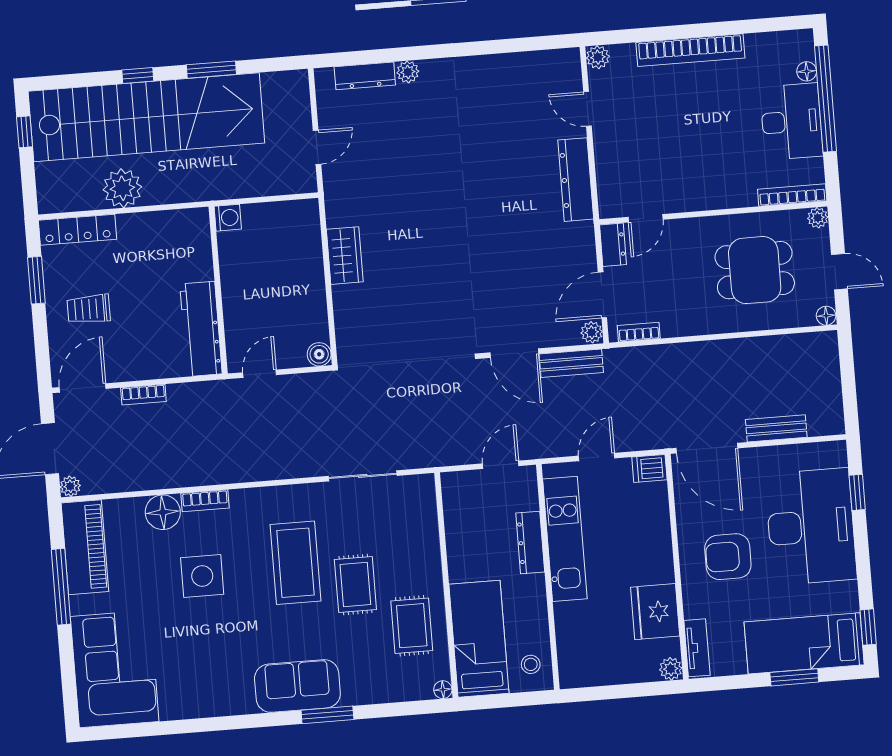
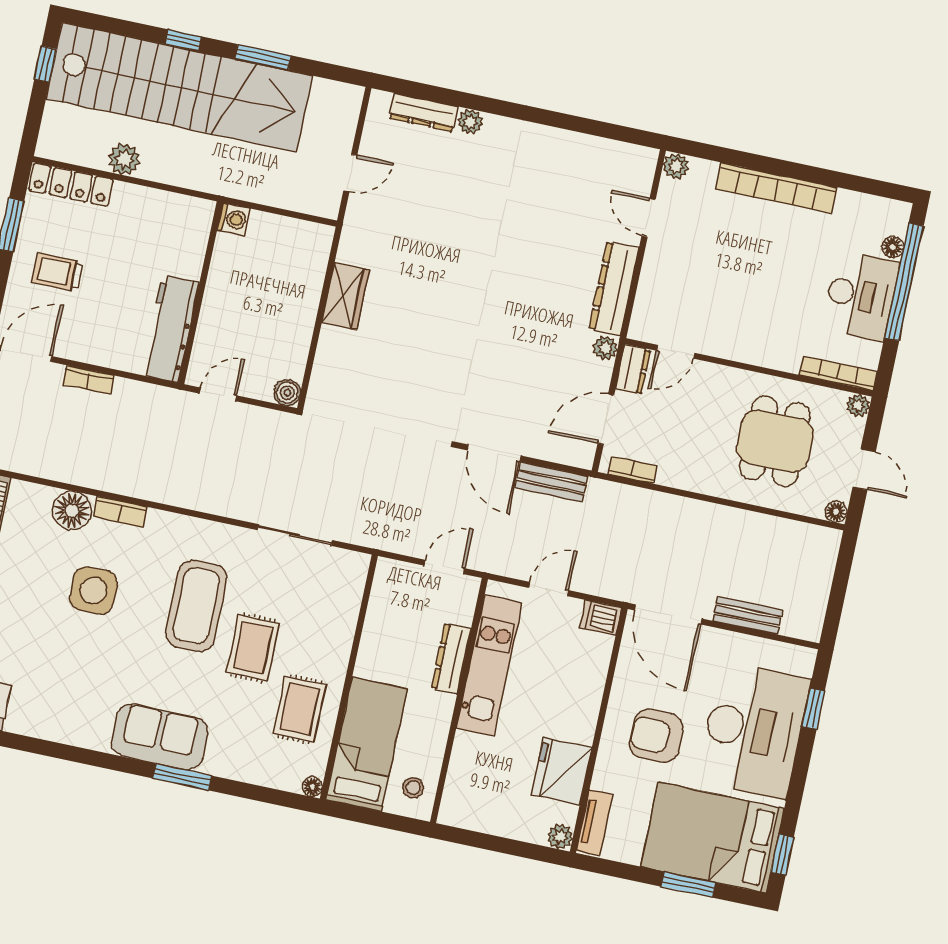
plant: (122, 188) -> (124, 159), width x0.73, depth x0.73
dining table: (755, 270) -> (775, 441), turned 90
plant: (592, 332) -> (605, 348), moved
bed: (804, 643) -> (712, 838), width x1.50

